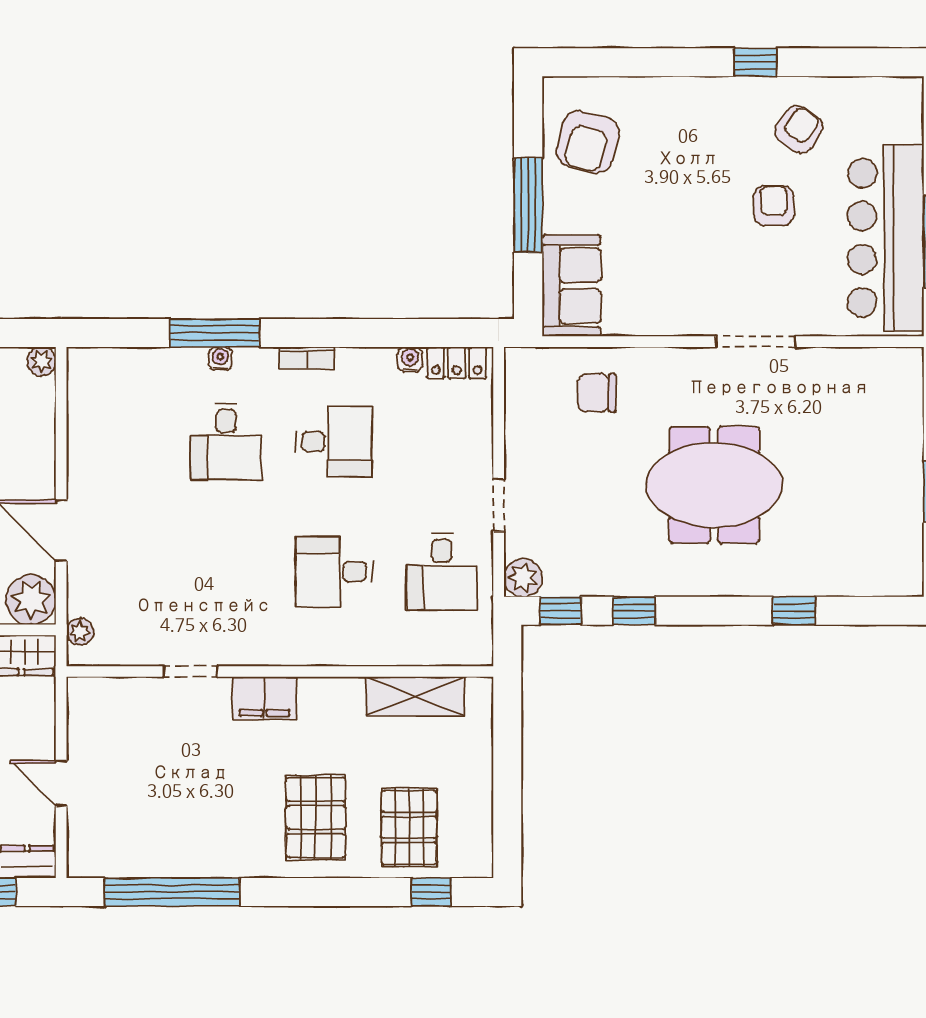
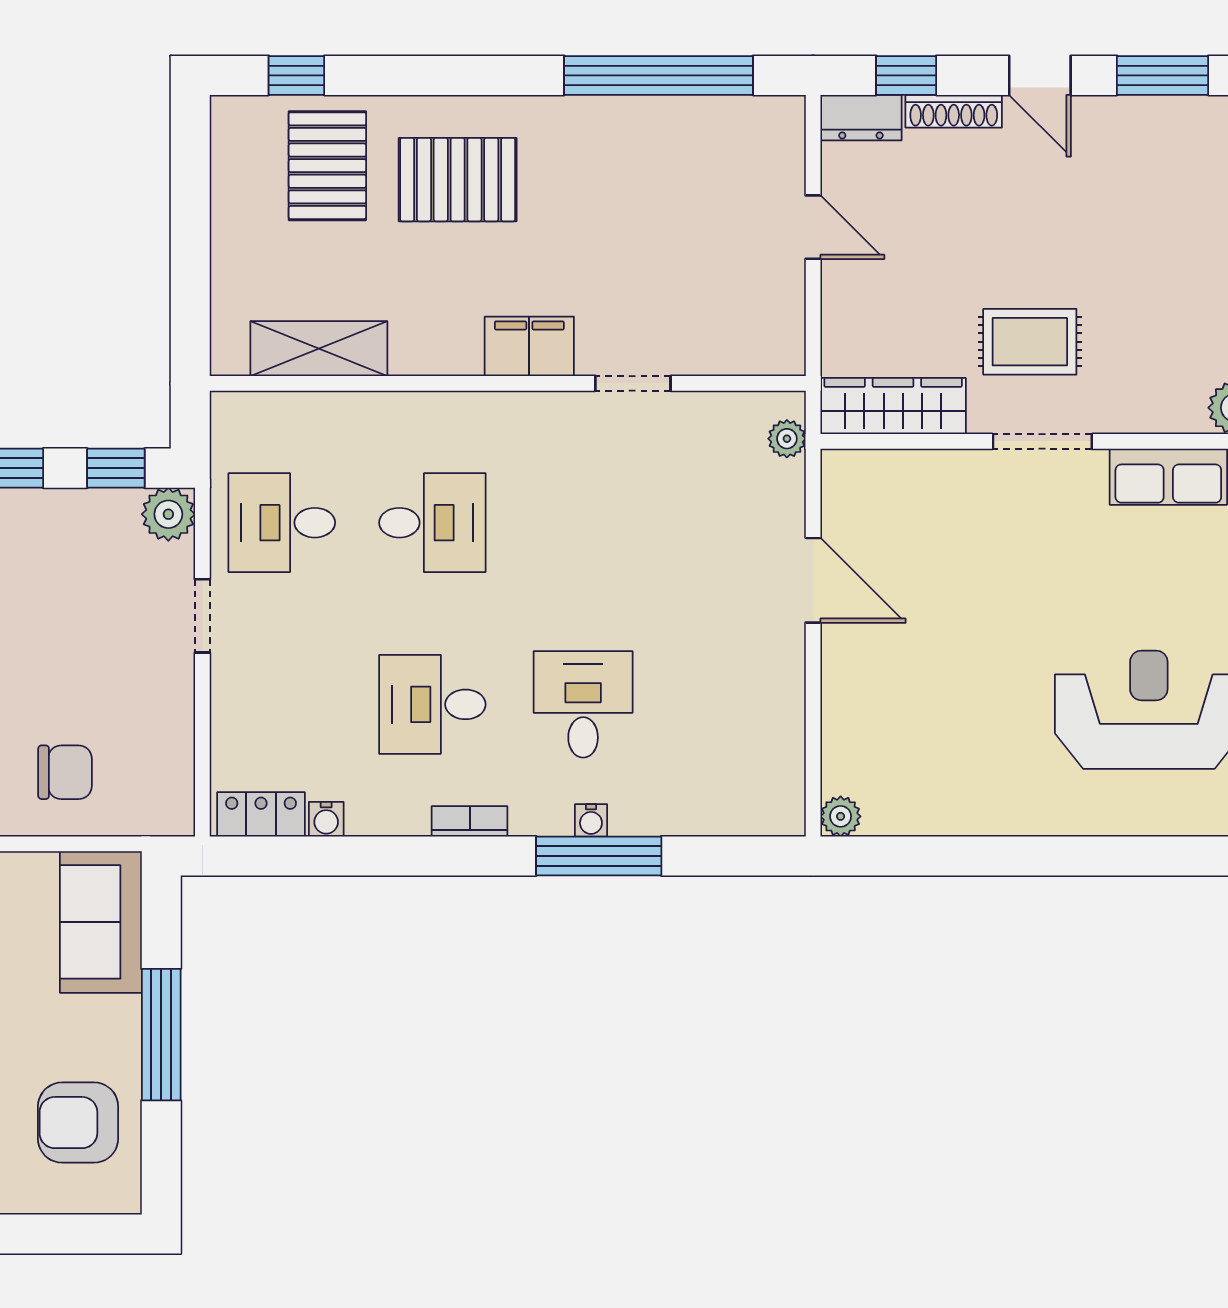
armchair: (588, 142) -> (78, 1123), turned -105
desk: (442, 572) -> (282, 523), turned -90
plant: (31, 600) -> (855, 484), removed
pallet: (316, 817) -> (458, 180), turned 90

